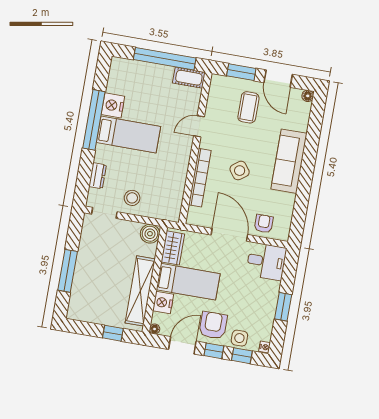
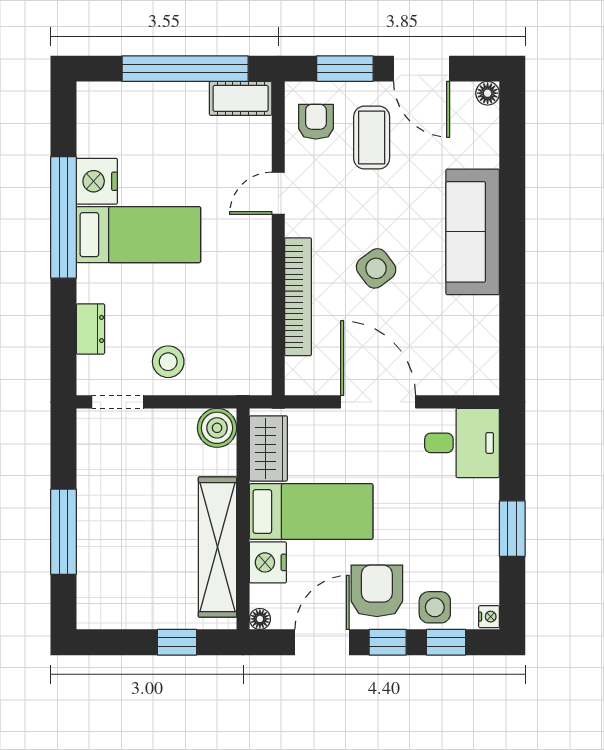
armchair: (264, 224) -> (316, 122), moved

